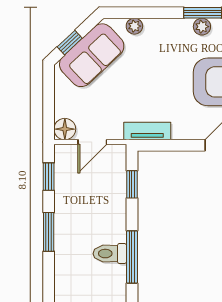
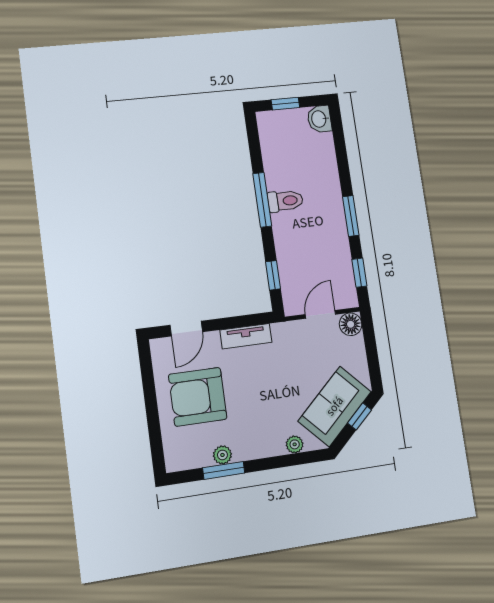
tv unit: (147, 131) -> (246, 336), moved

